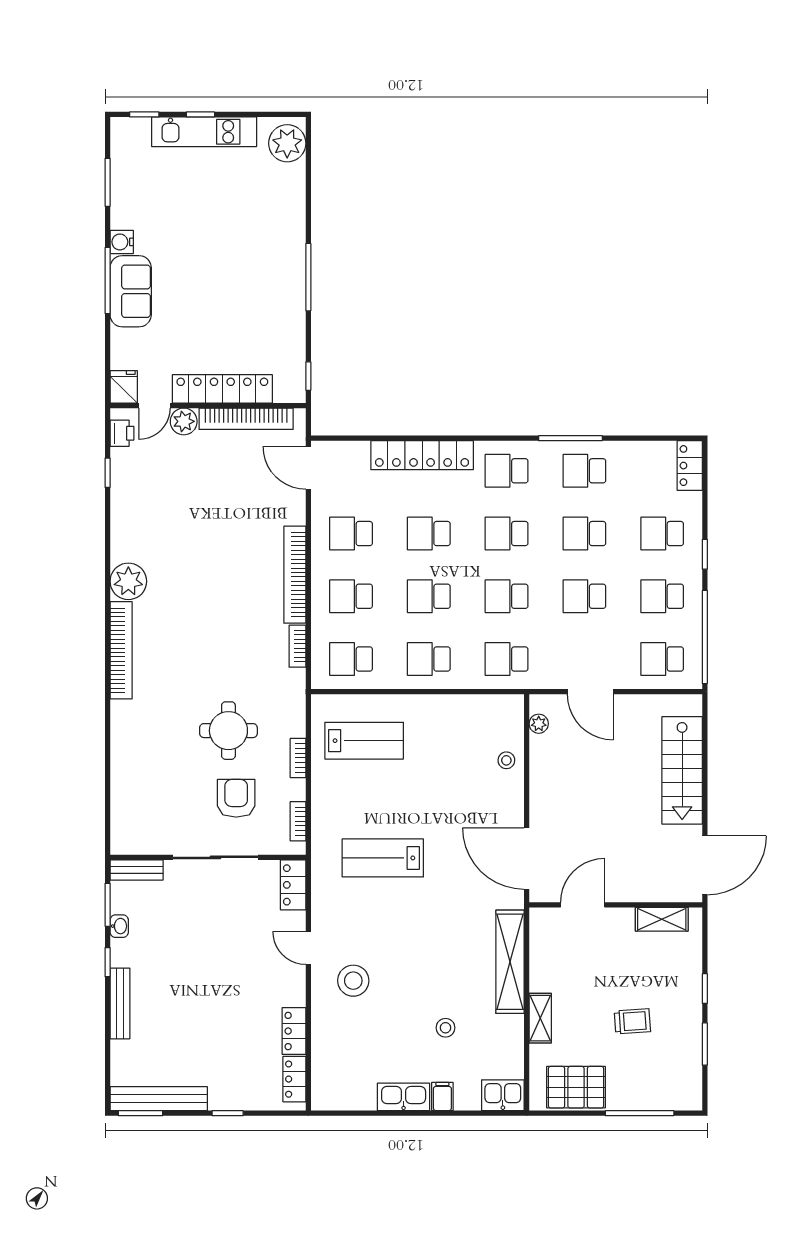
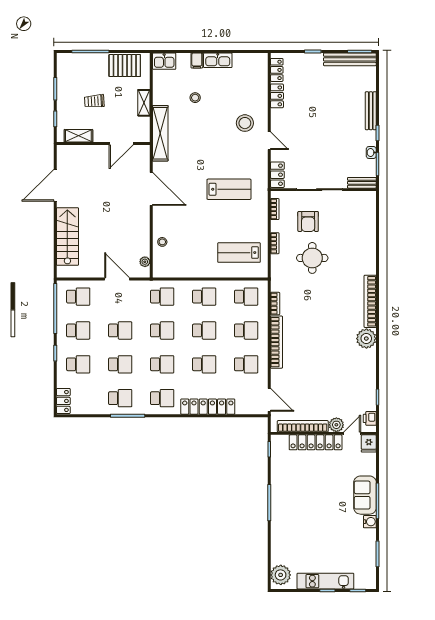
door: (583, 905) -> (121, 144), moved
wall: (616, 905) -> (103, 144), moved
shelving: (662, 919) -> (78, 136), moved

